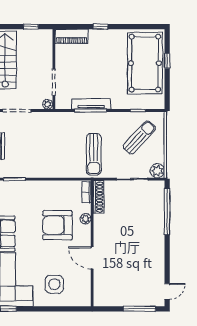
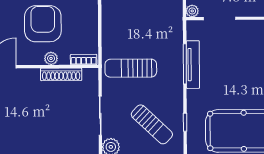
shoe rack: (98, 197) -> (61, 74), moved

